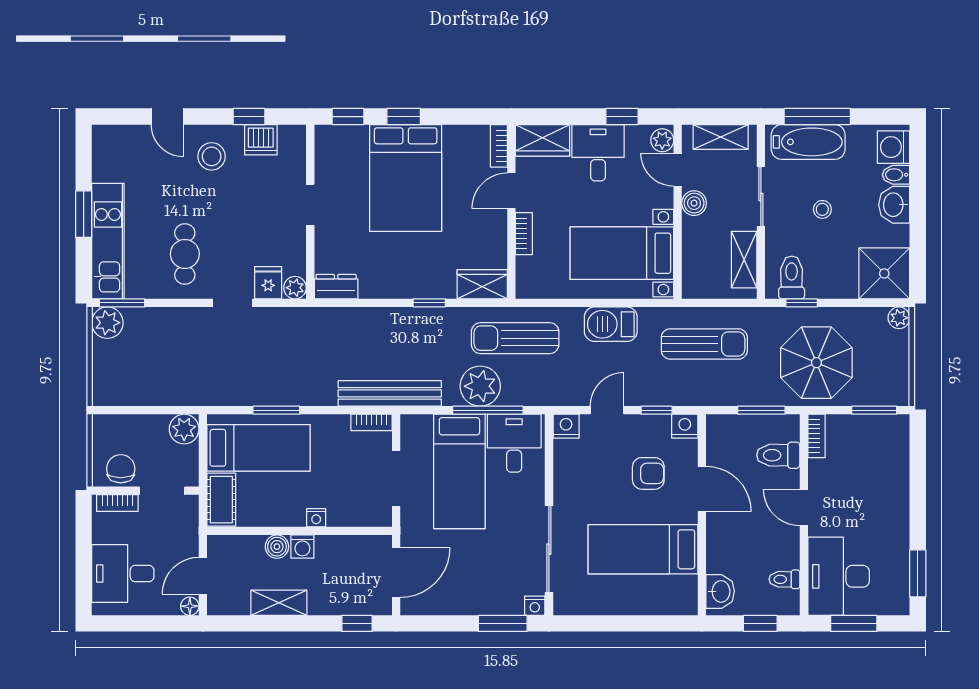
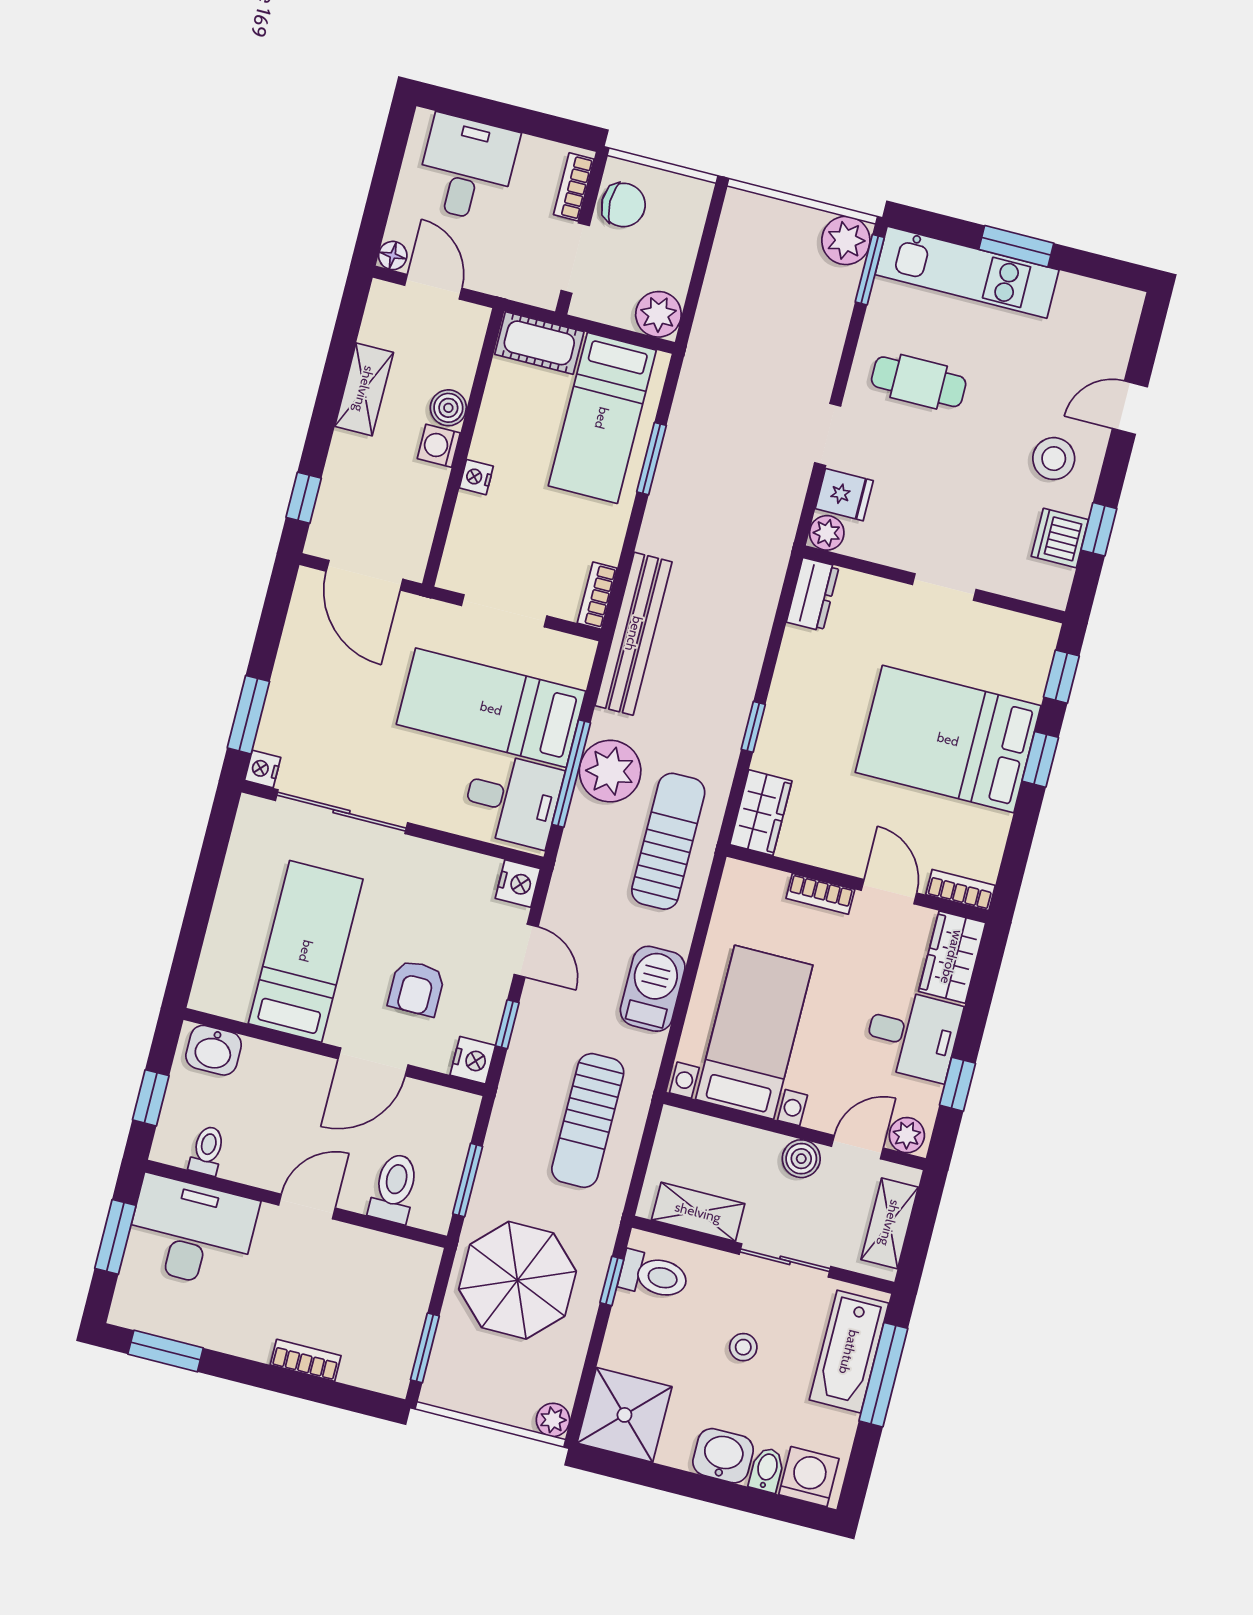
bookcase: (816, 436) -> (306, 1360), moved, turned 180

